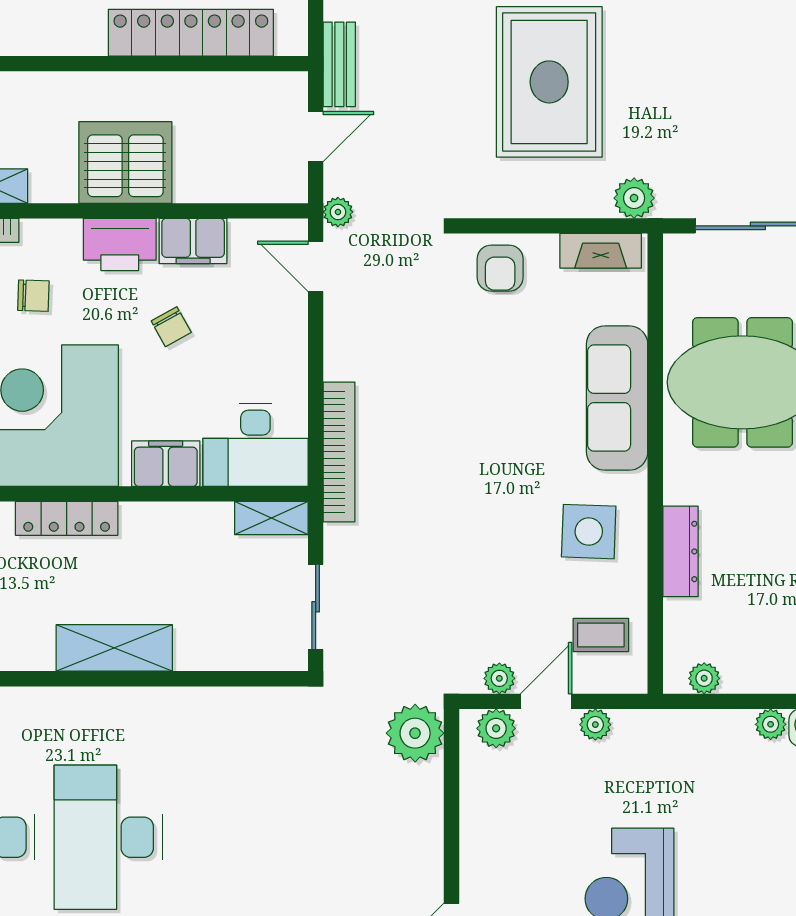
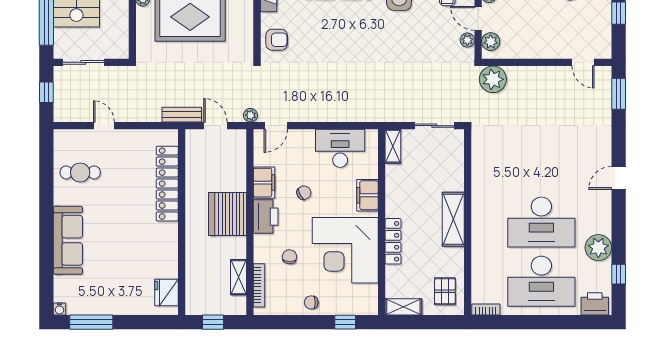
desk: (255, 445) -> (340, 148), moved, turned -90
bookcase: (339, 452) -> (362, 115), removed

